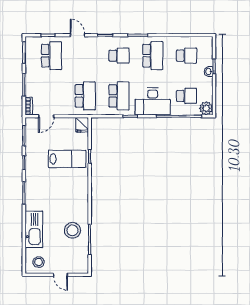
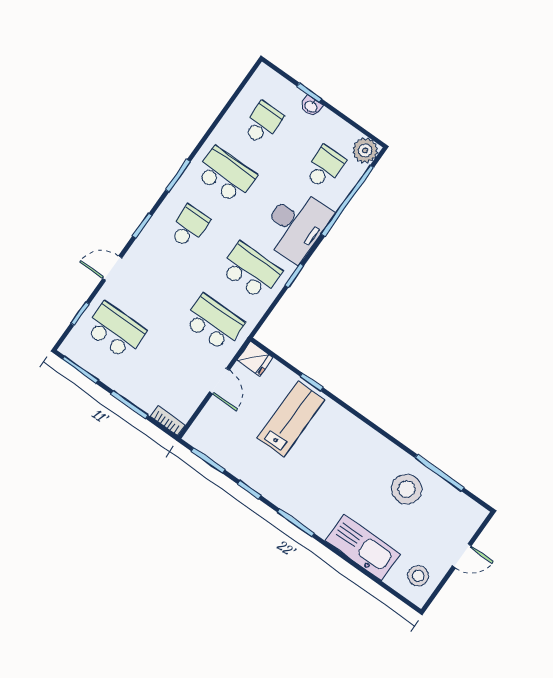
door: (46, 116) -> (220, 381), moved

